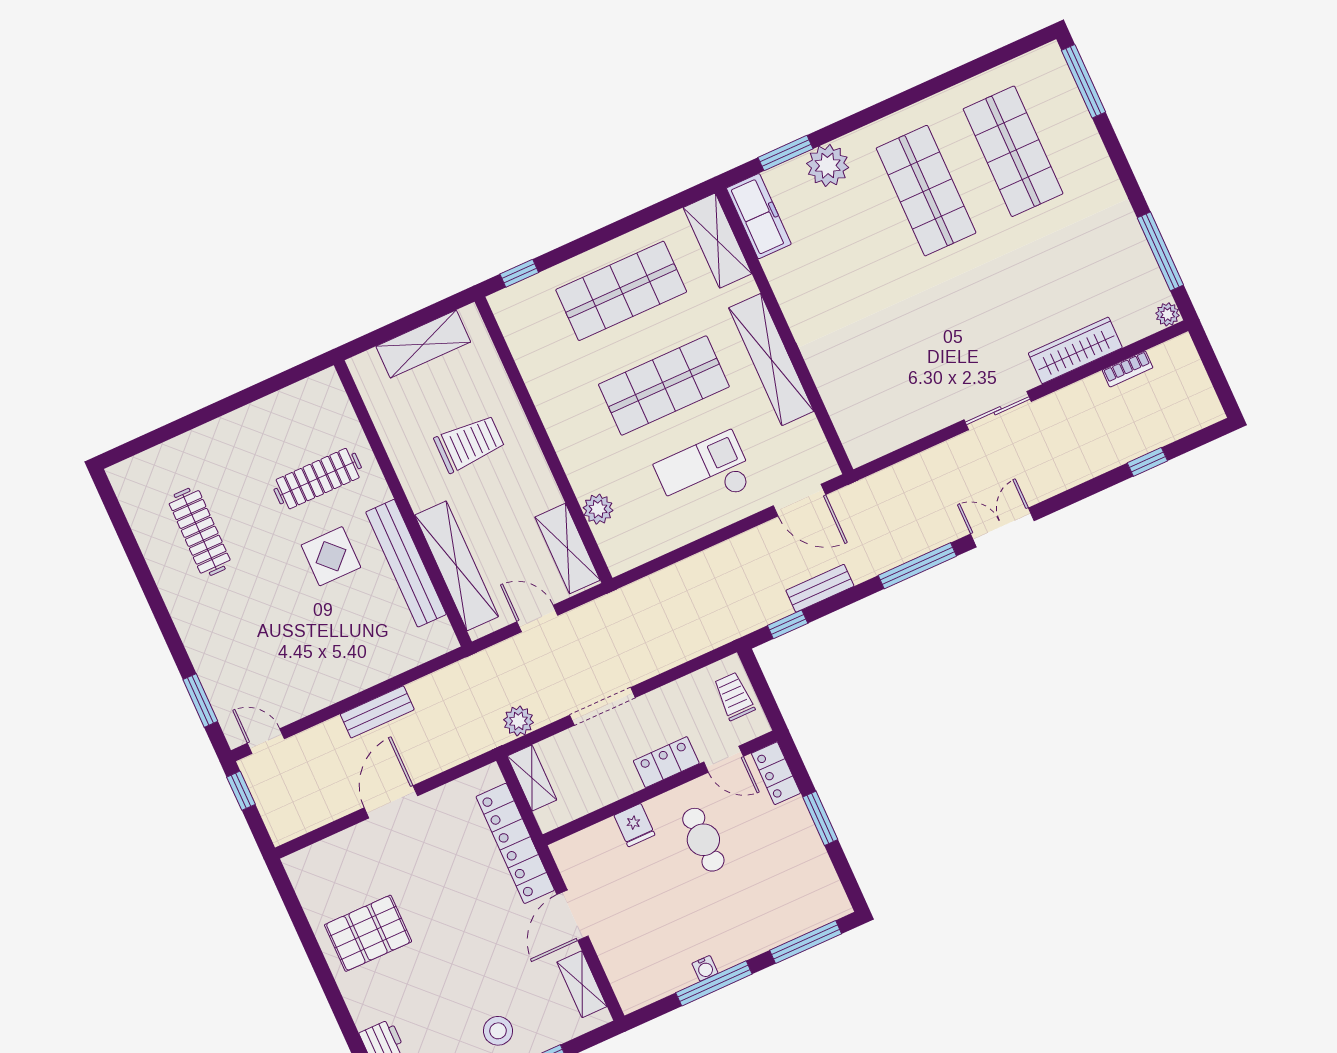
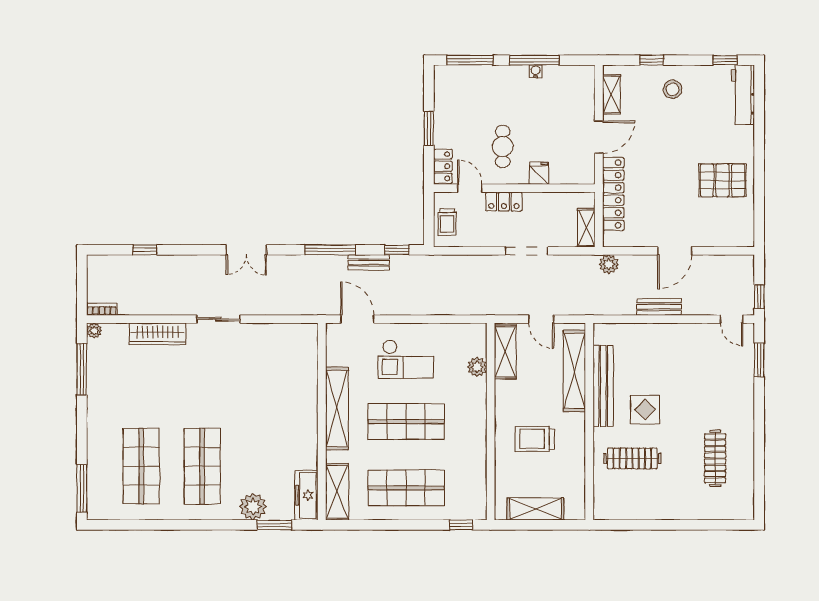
bookcase: (1128, 369) -> (102, 309), moved
window: (917, 566) -> (330, 250), moved
plant: (519, 721) -> (609, 264), moved

